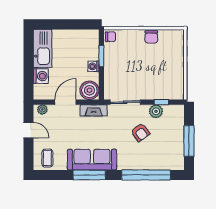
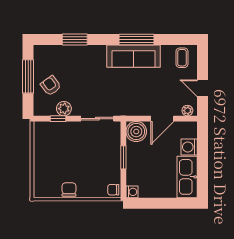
window: (101, 56) -> (123, 157), moved
washing machine: (93, 66) -> (132, 192), moved
fireplace: (94, 110) -> (132, 110), removed
armchair: (140, 132) -> (51, 86), moved
window: (146, 175) -> (75, 39), width x0.47

